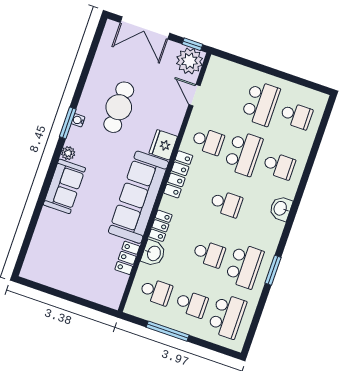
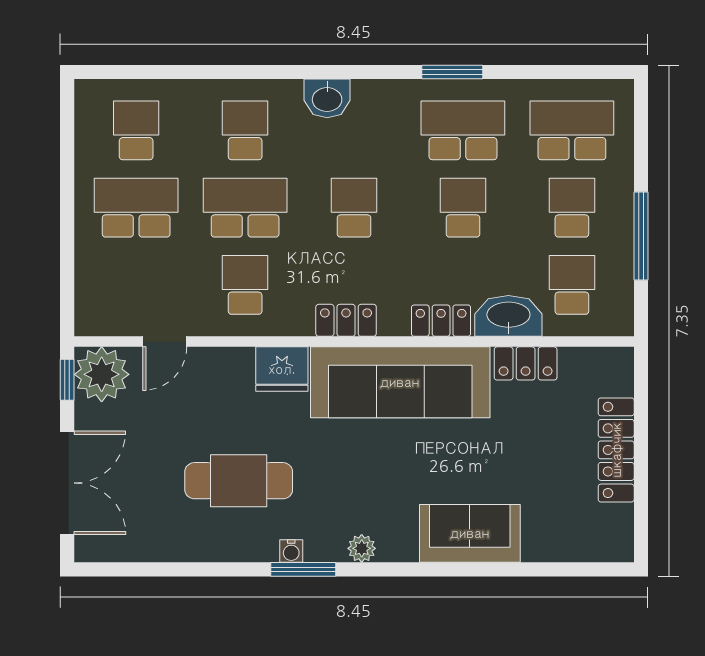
locker: (178, 174) -> (346, 320), width x0.66
sofa: (64, 186) -> (470, 533), moved
washbasin: (153, 253) -> (508, 316), width x1.38
locker: (73, 286) -> (616, 450), added

